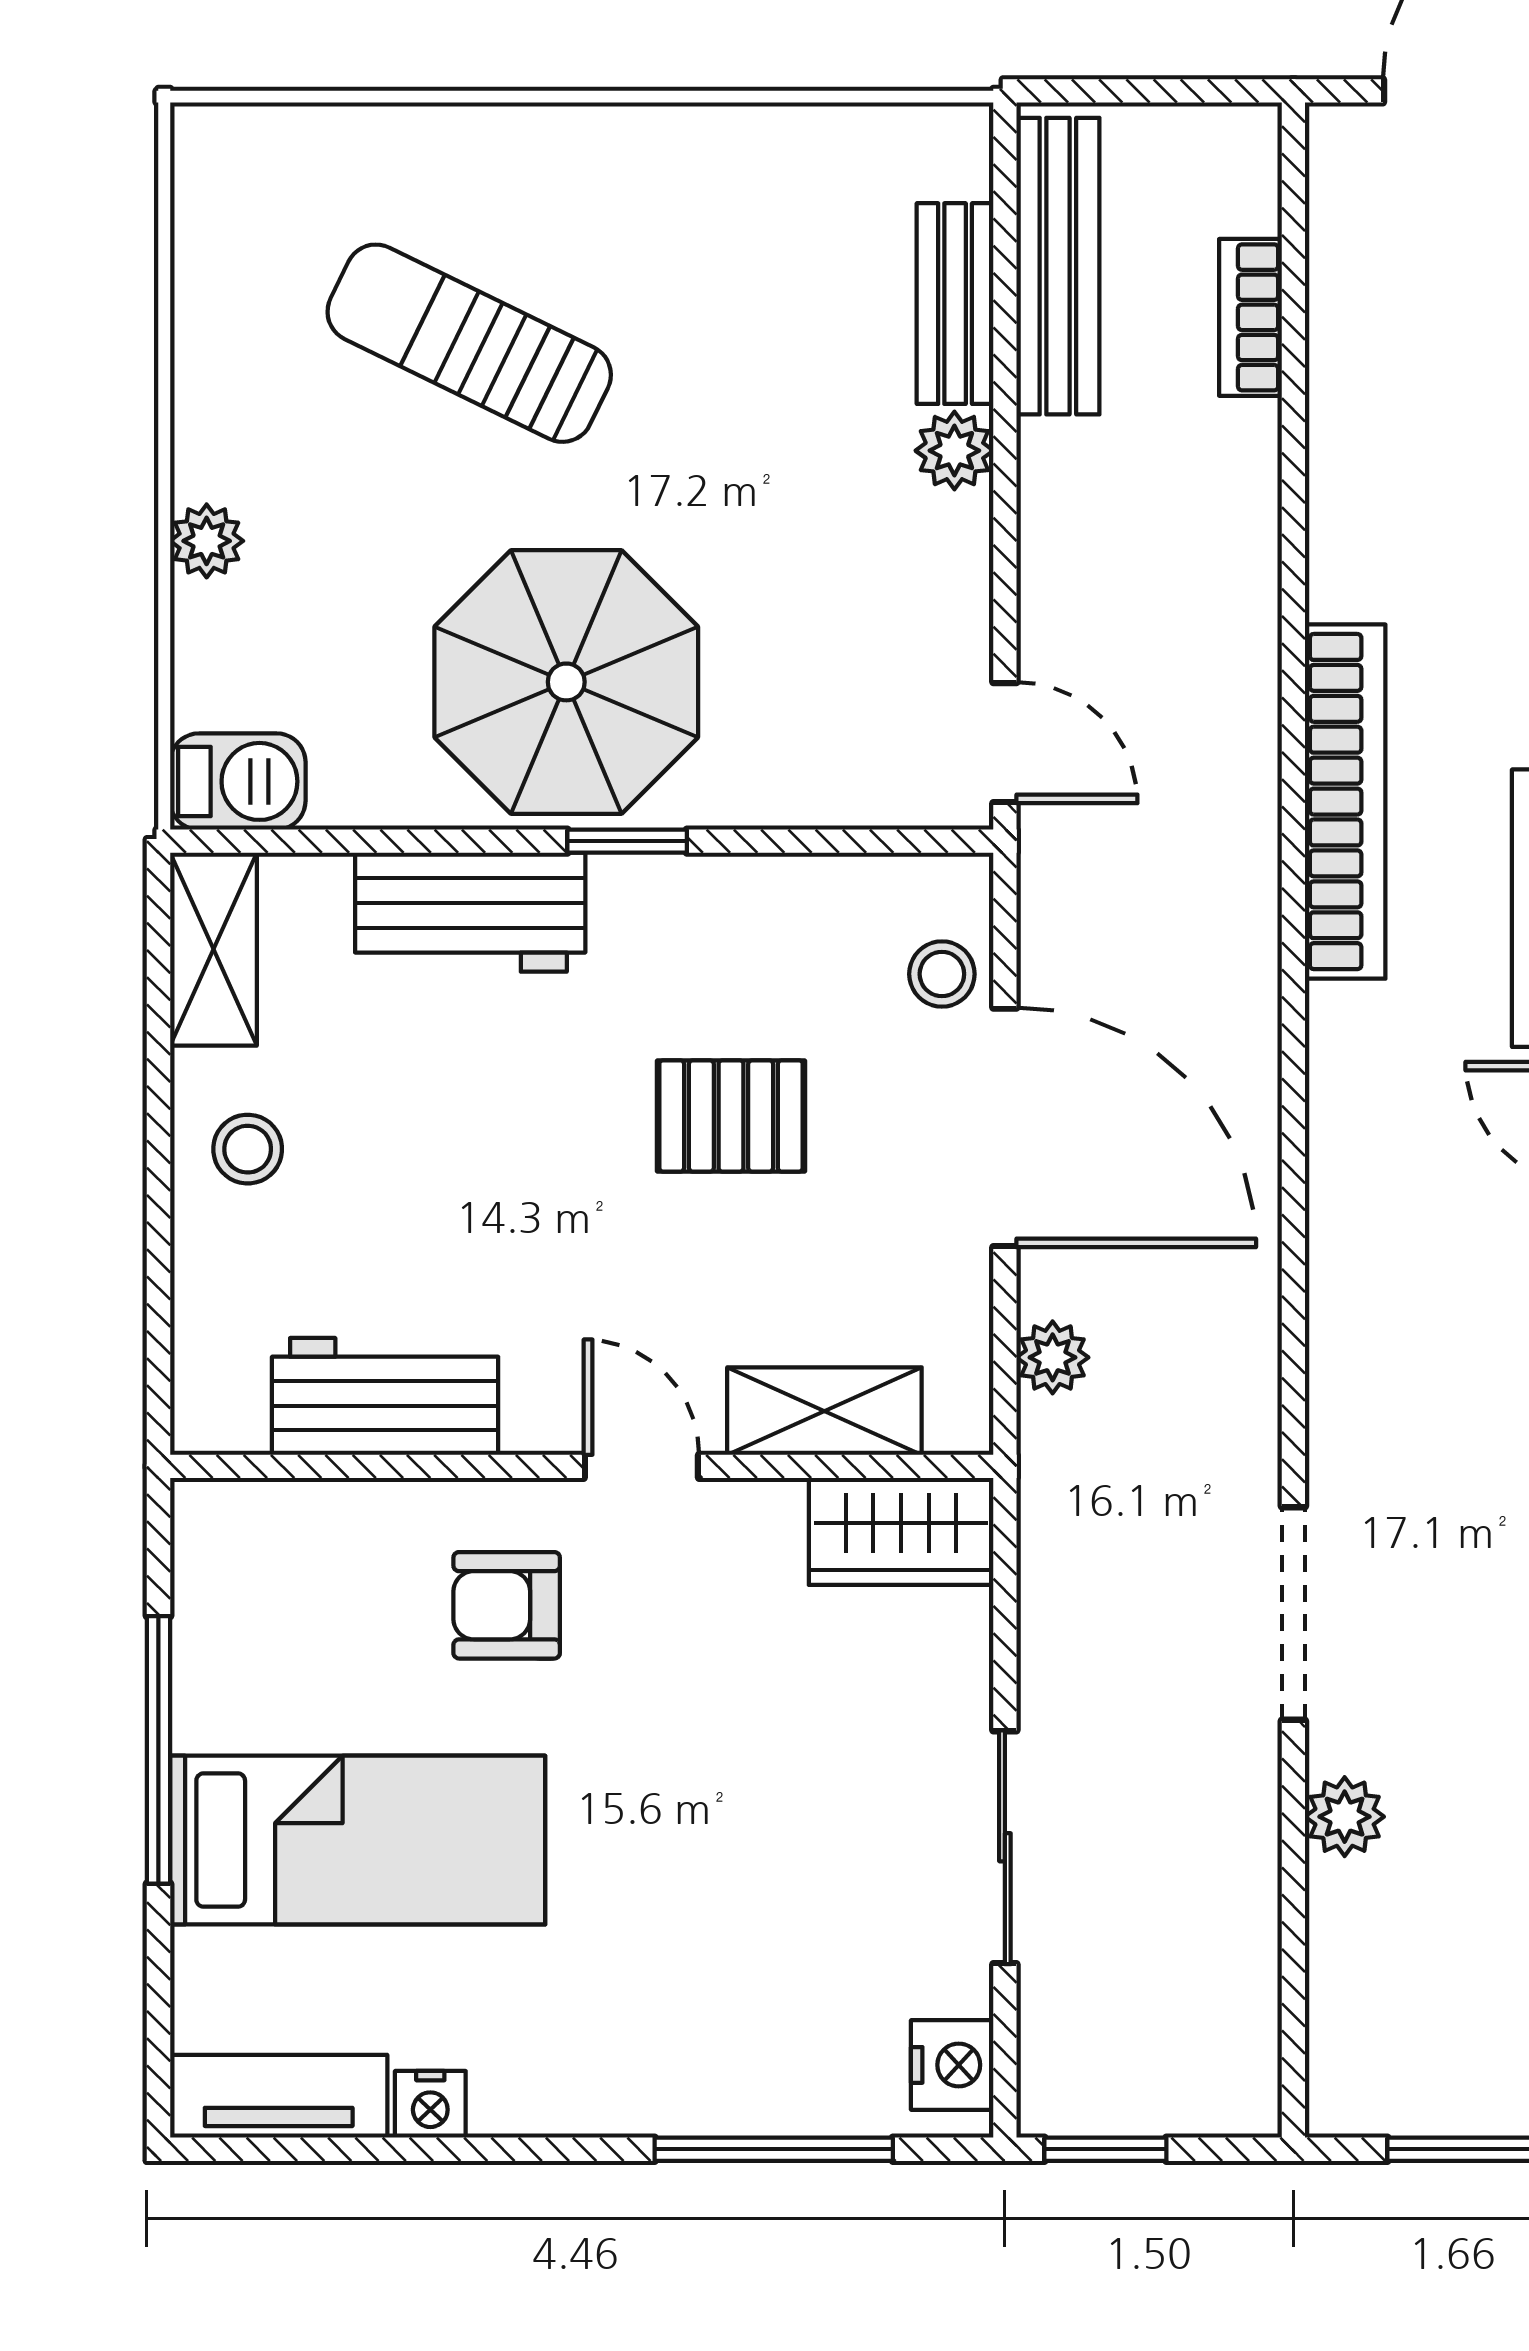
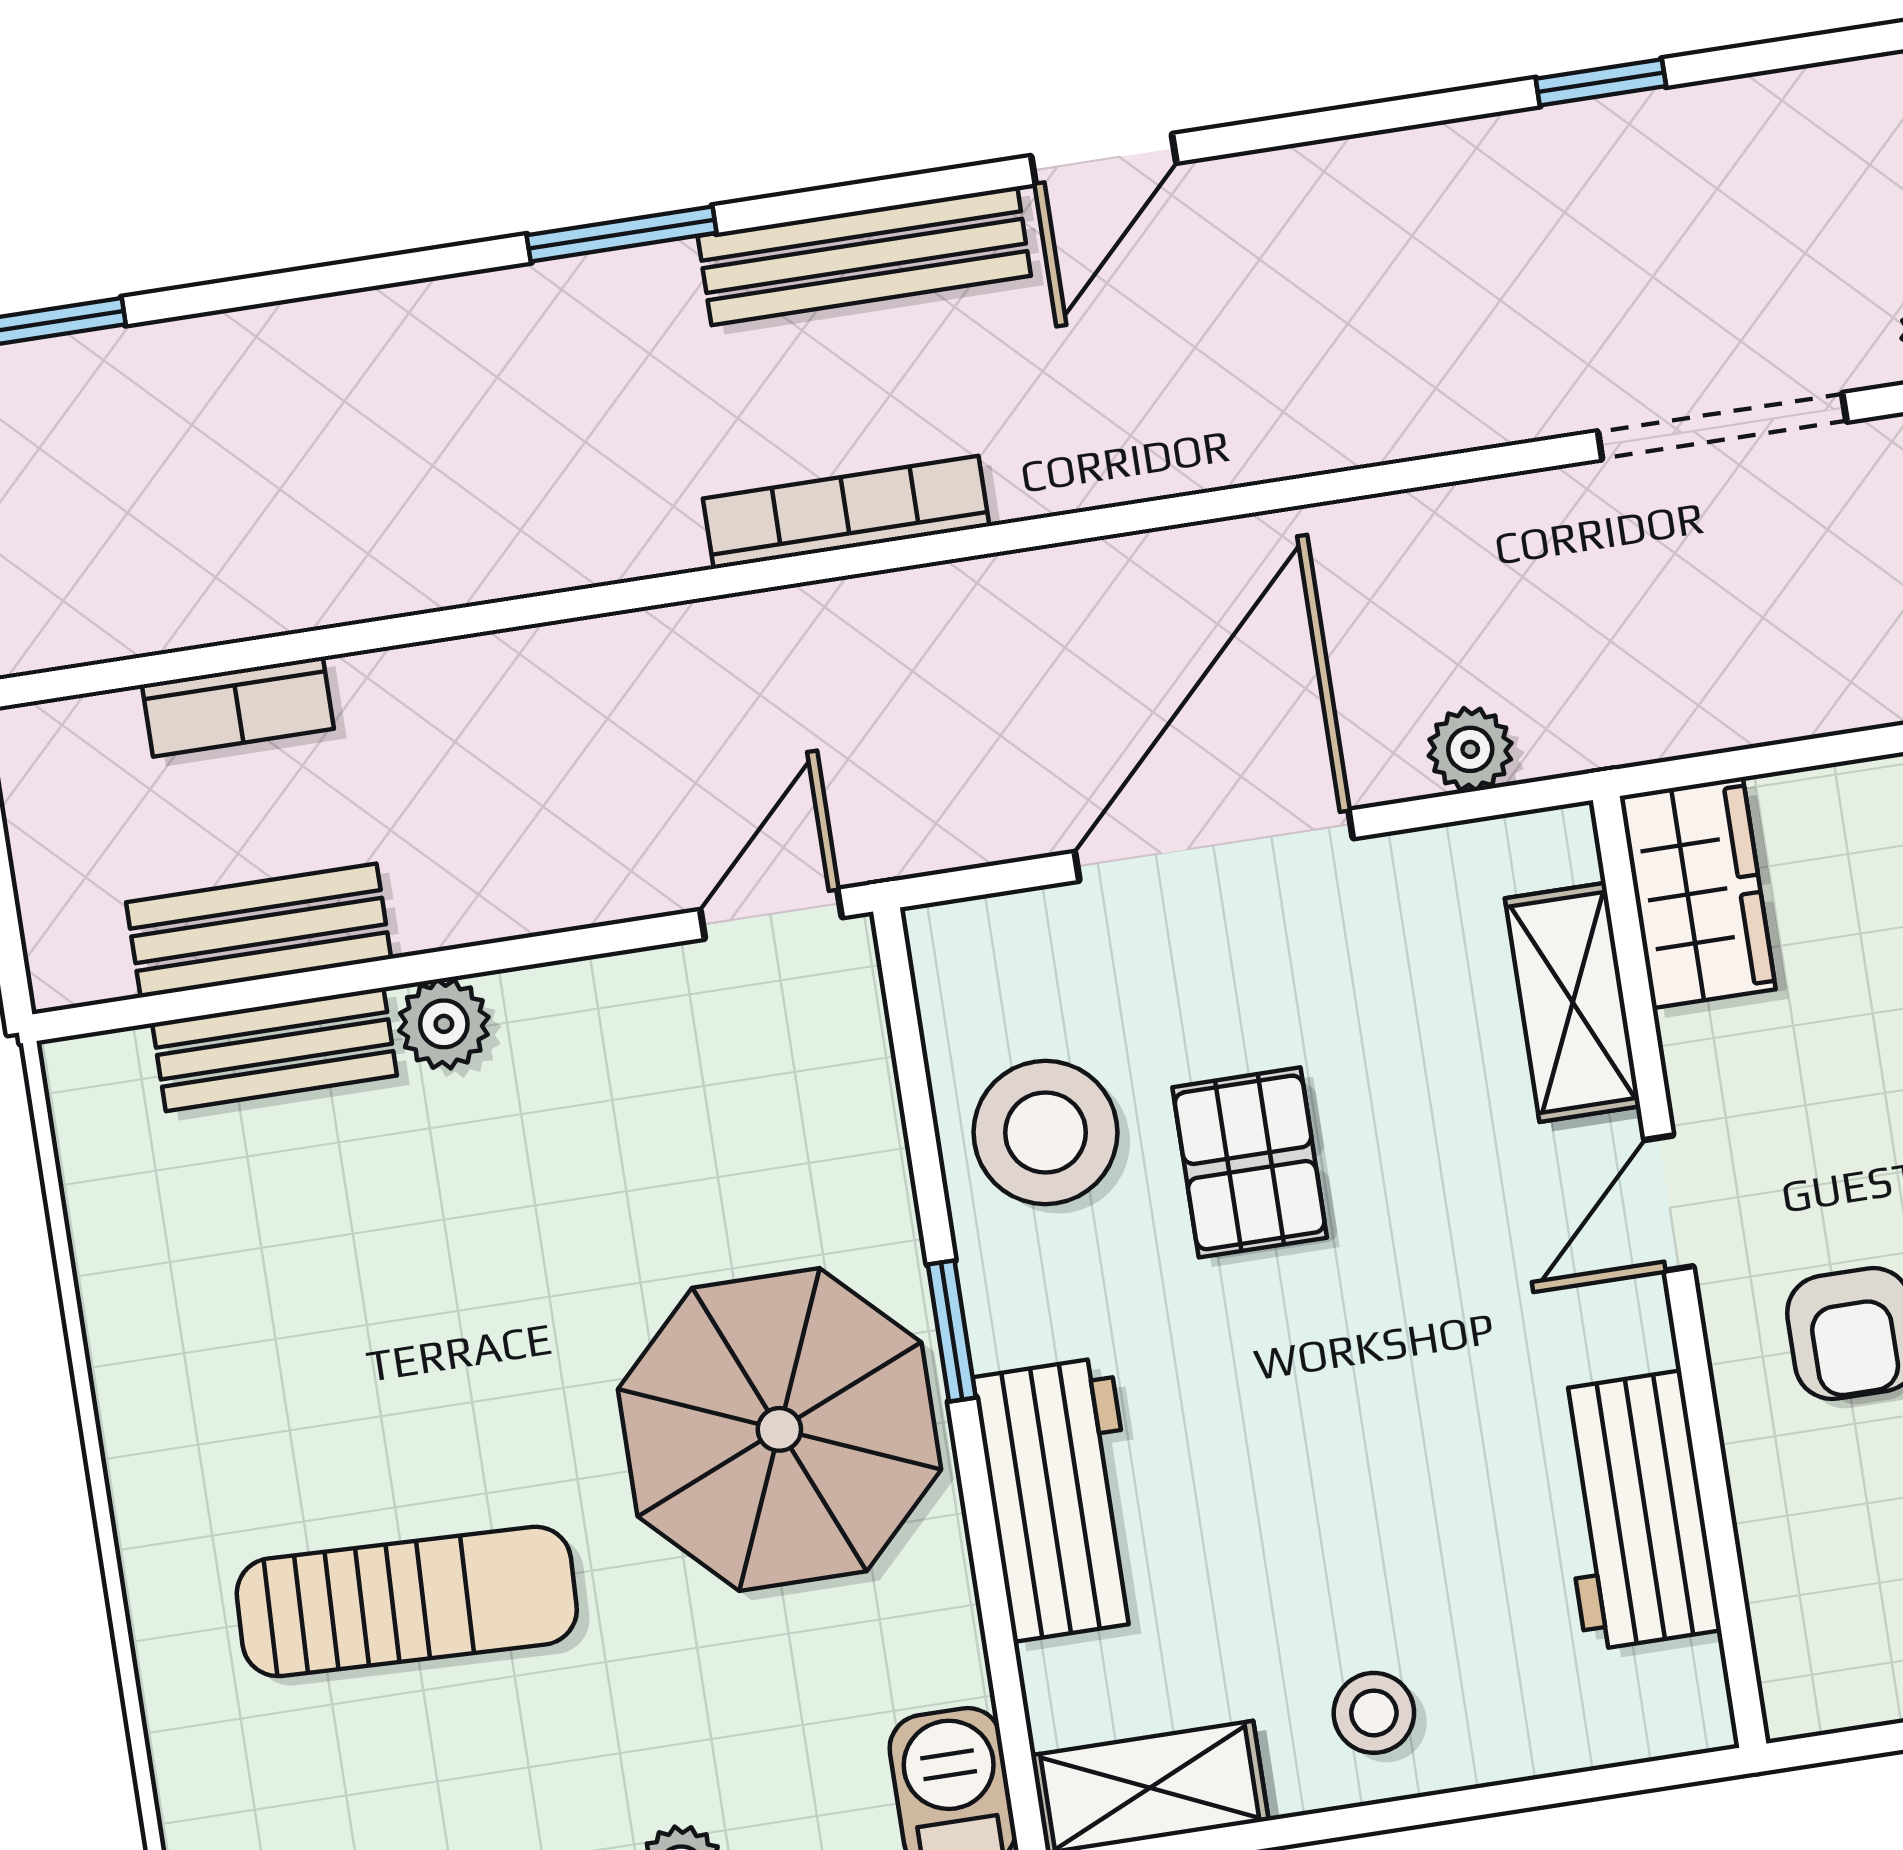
bench: (1058, 266) -> (259, 930), width x0.73
sun lounger: (469, 343) -> (407, 1601), turned -114
bookcase: (1345, 802) -> (846, 512), width x0.68, depth x0.76
stool: (942, 974) -> (1045, 1132), moved, width x1.89, depth x1.89

